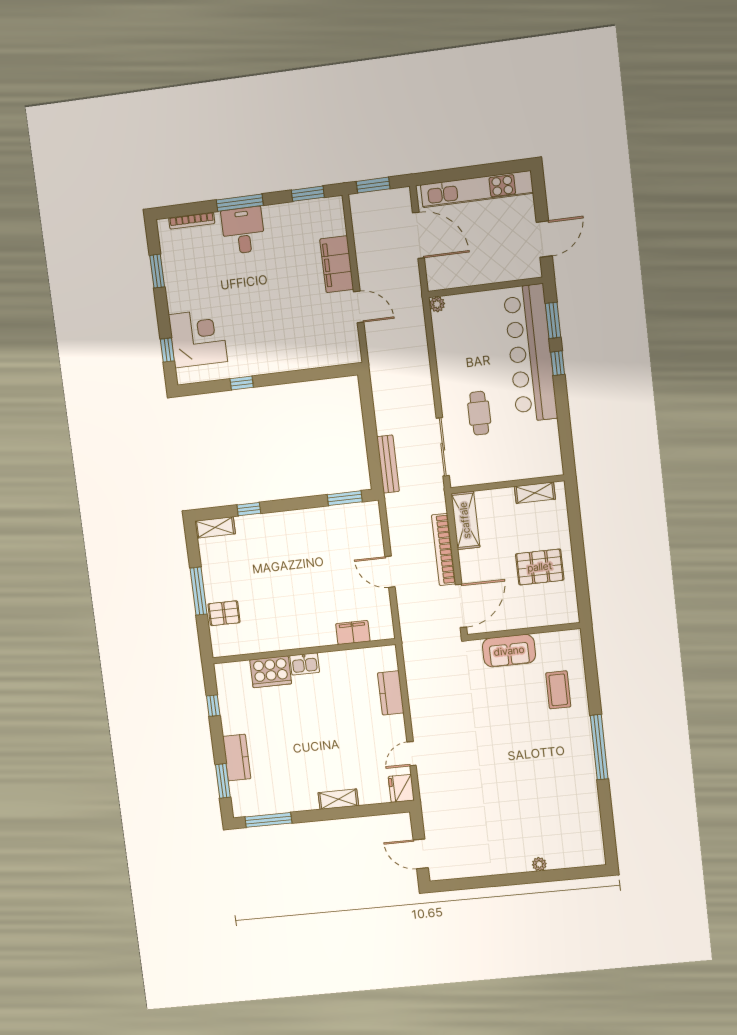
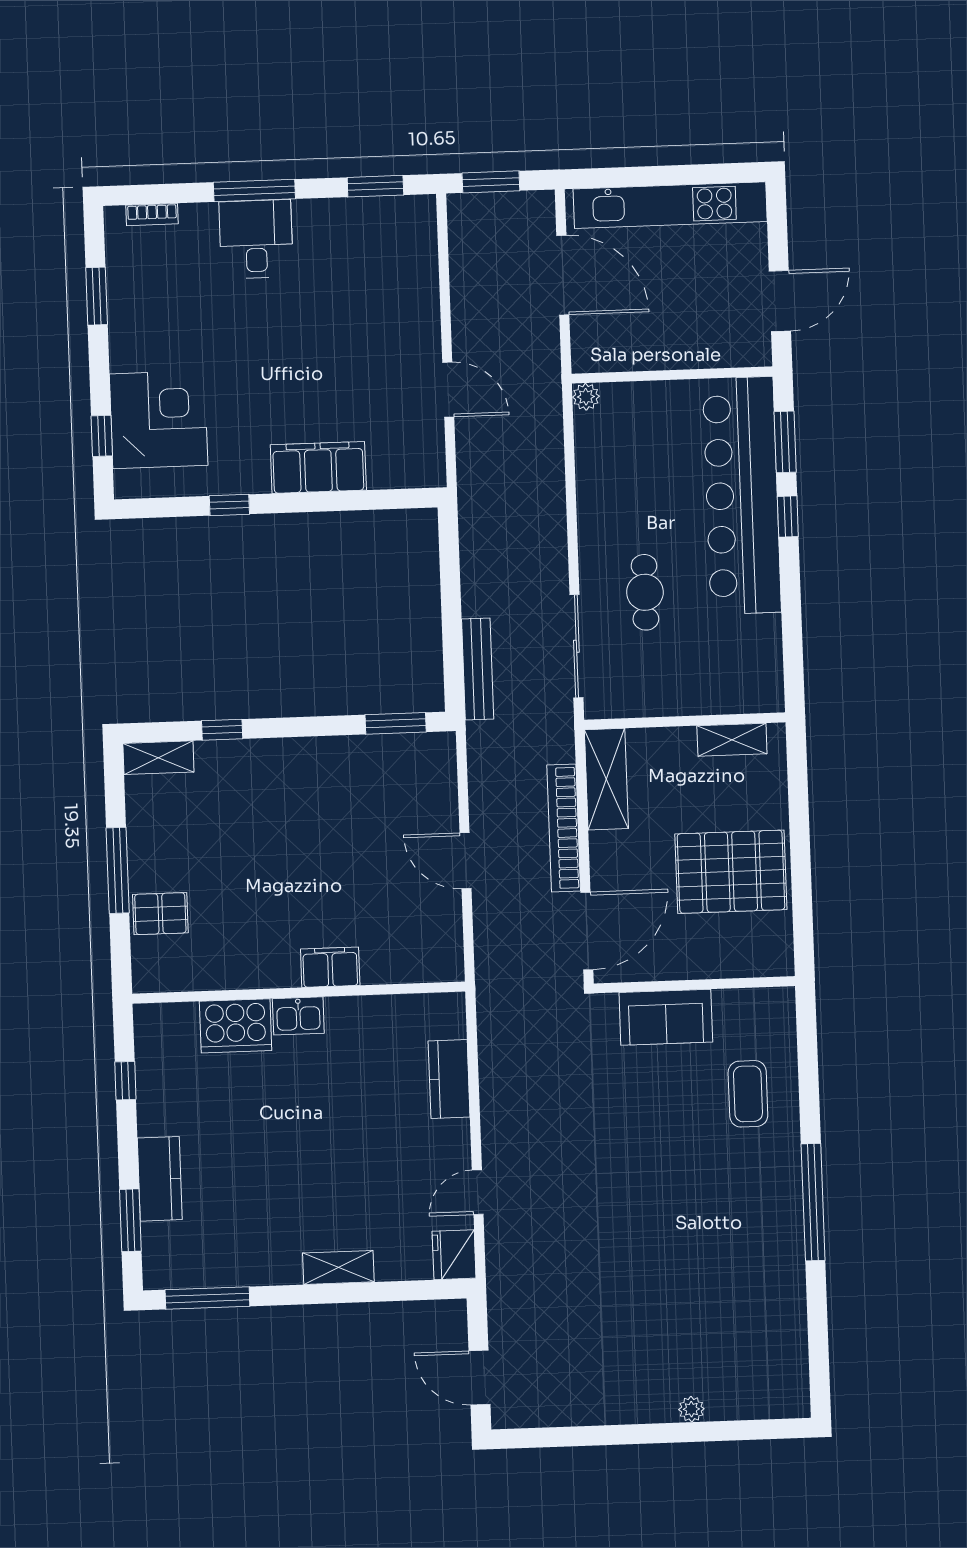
bookcase: (192, 221) -> (152, 215), width x0.64
filing cabinet: (337, 264) -> (318, 467), moved, turned 90
pallet: (540, 567) -> (731, 872), width x1.37, depth x1.41
filing cabinet: (353, 632) -> (330, 967), moved

